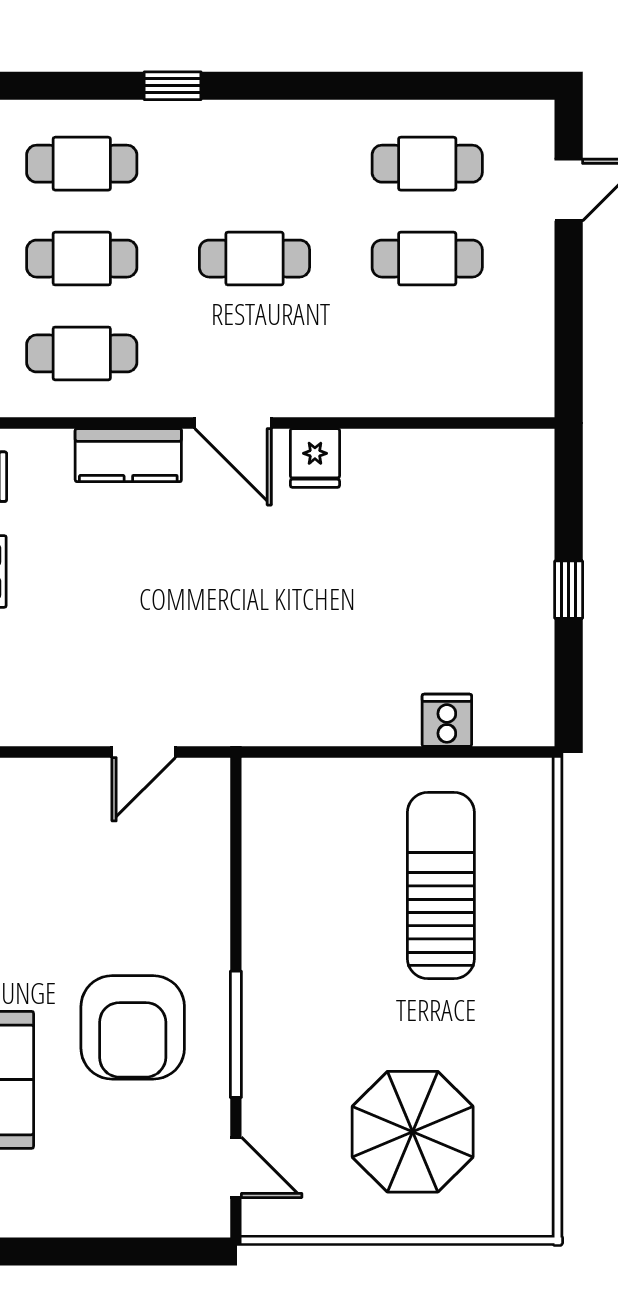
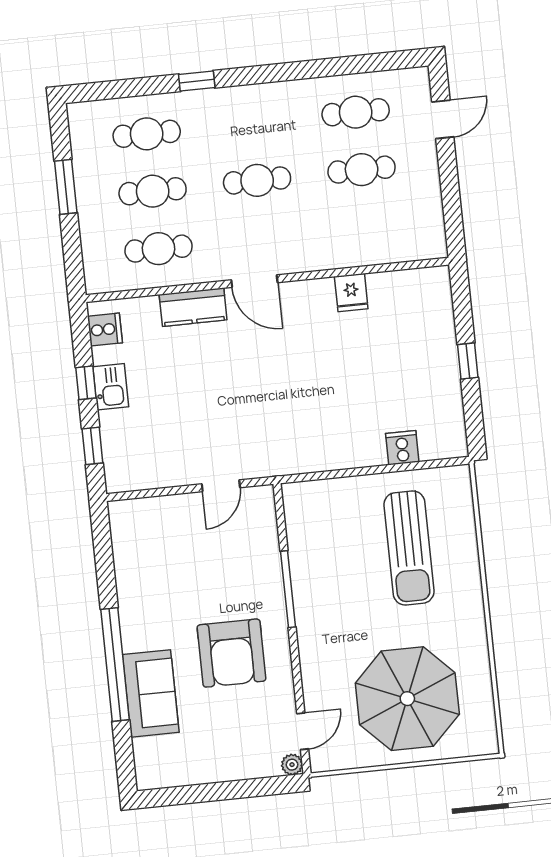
fridge: (315, 458) -> (351, 293), moved
sun lounger: (441, 886) -> (409, 548), turned 180
window: (236, 1034) -> (288, 589), moved
parasol: (413, 1132) -> (407, 699), width x1.36, depth x1.36
door: (236, 1167) -> (303, 731), hinge flipped
plant: (213, 1220) -> (292, 765), added

